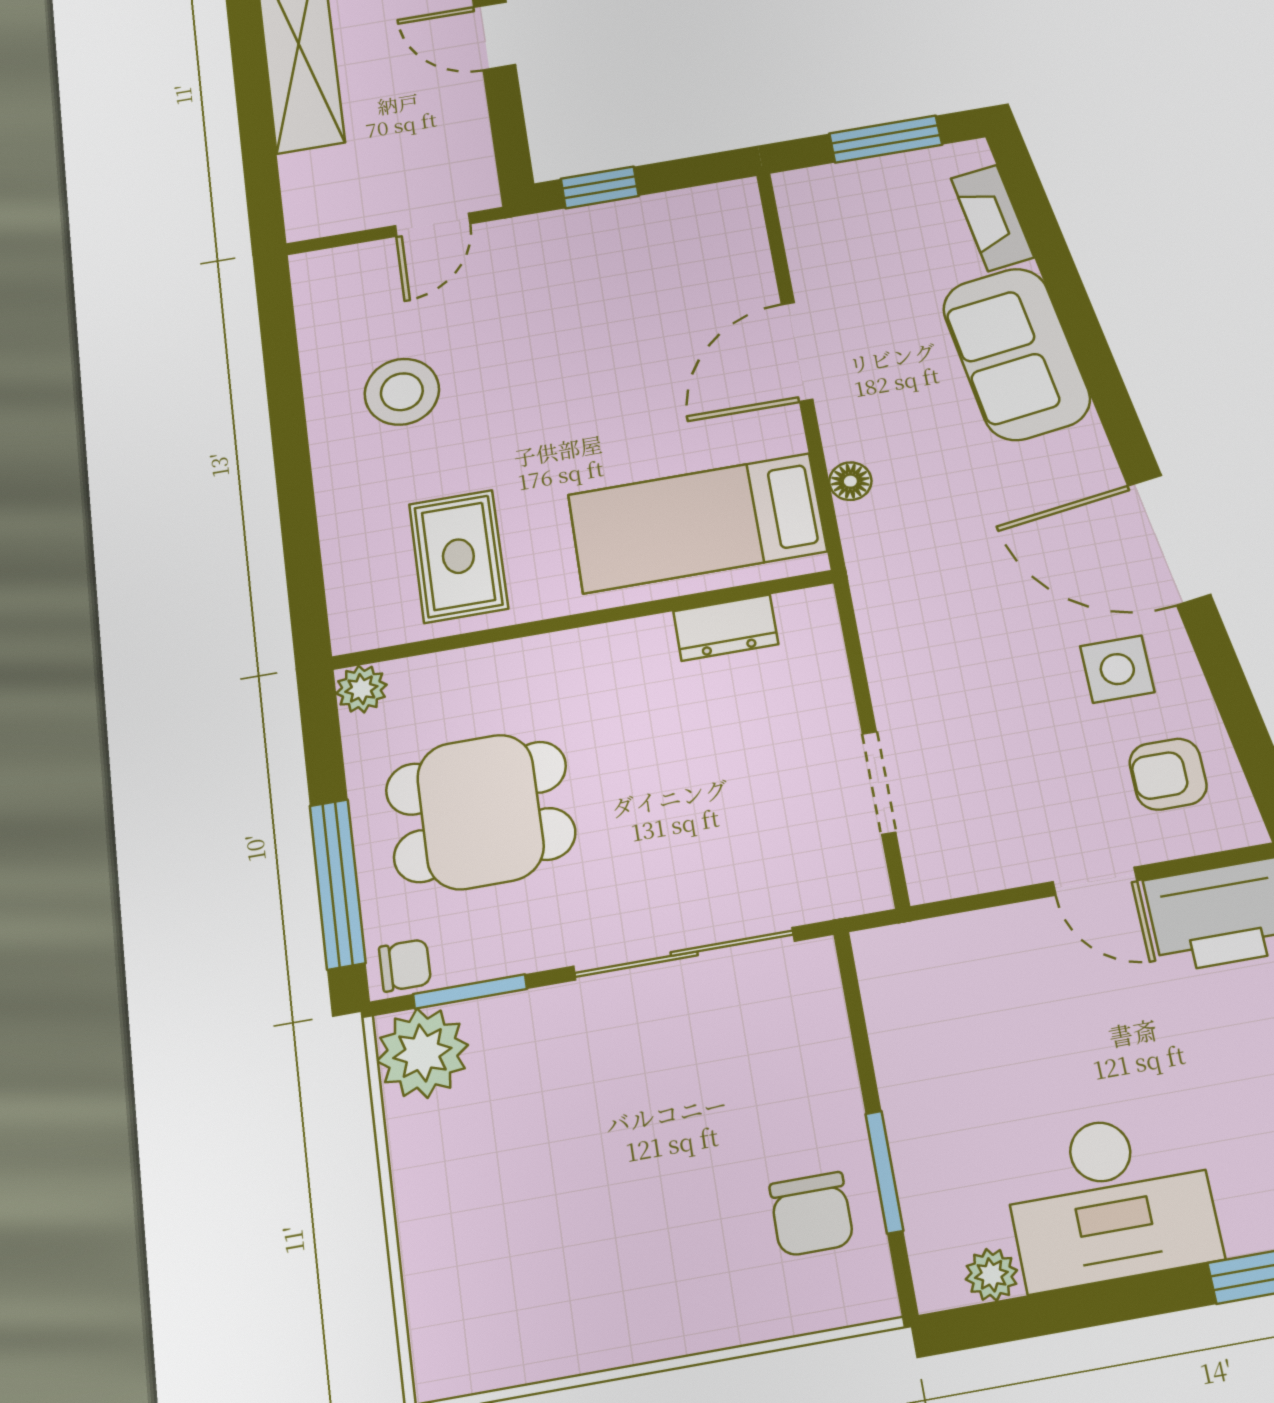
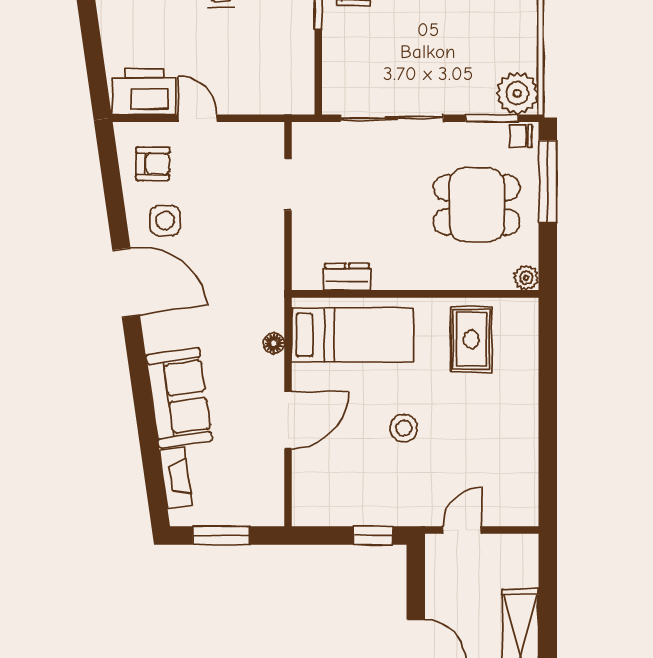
stool: (402, 392) -> (404, 428), moved, width x0.73, depth x0.73

